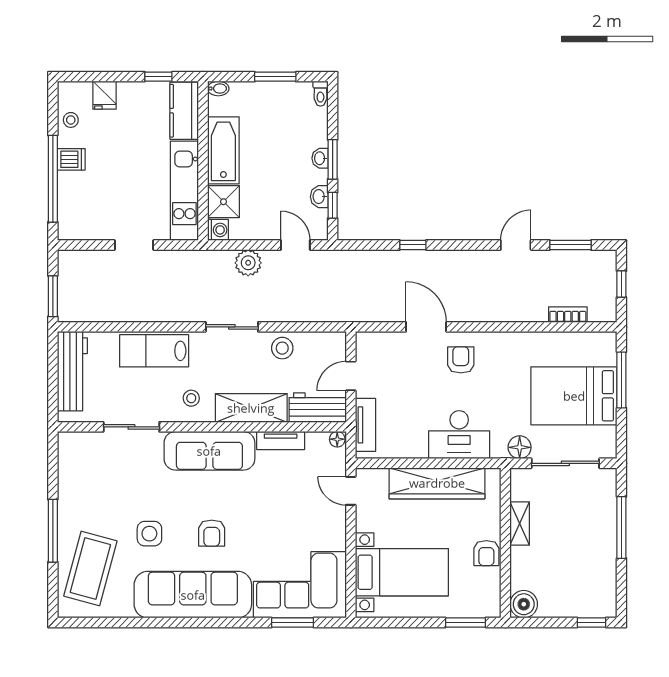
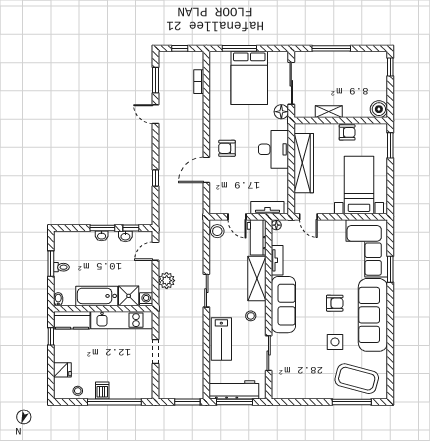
toilet: (320, 94) -> (61, 267), moved
stool: (282, 348) -> (217, 231), moved
window: (53, 372) -> (234, 402), added
door: (351, 491) -> (308, 217), hinge flipped
window: (53, 531) -> (352, 402), moved
window: (292, 622) -> (390, 269), moved

